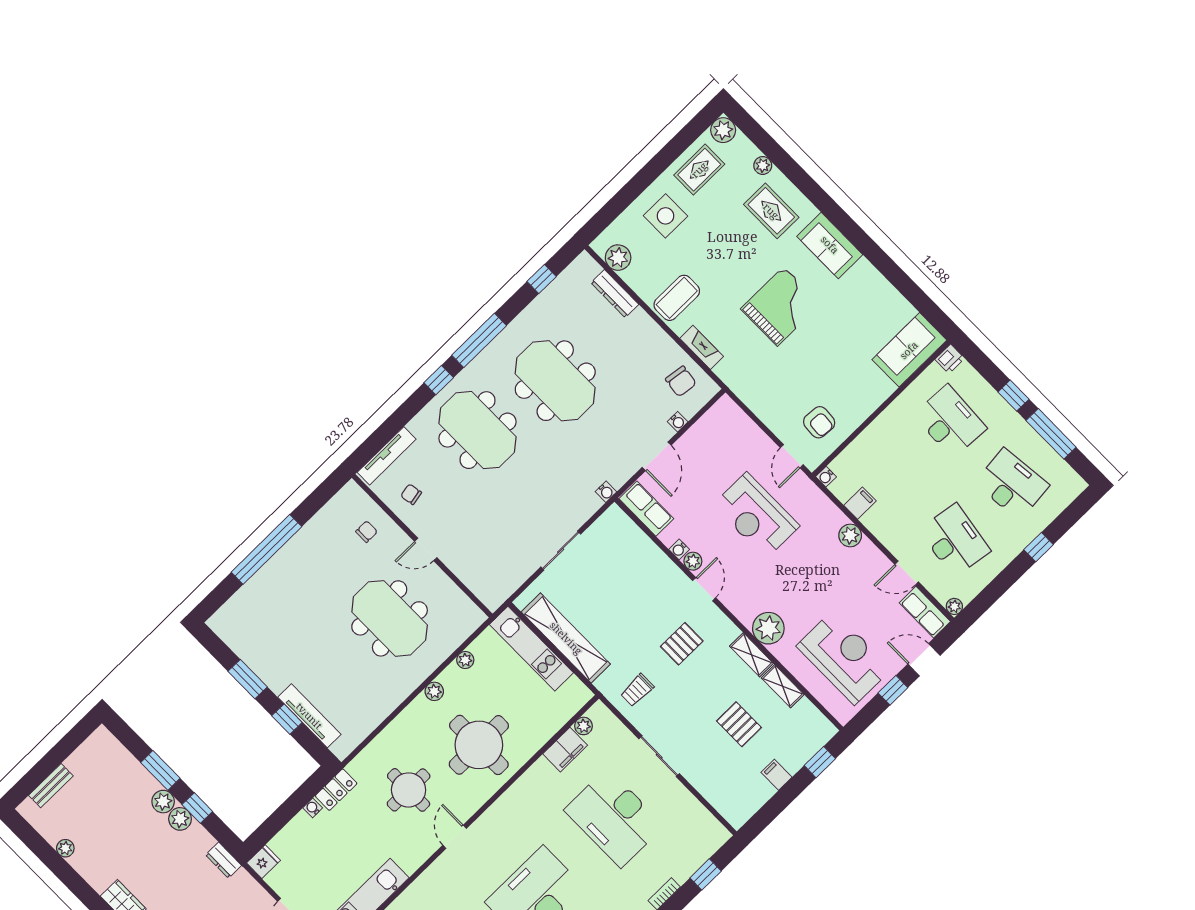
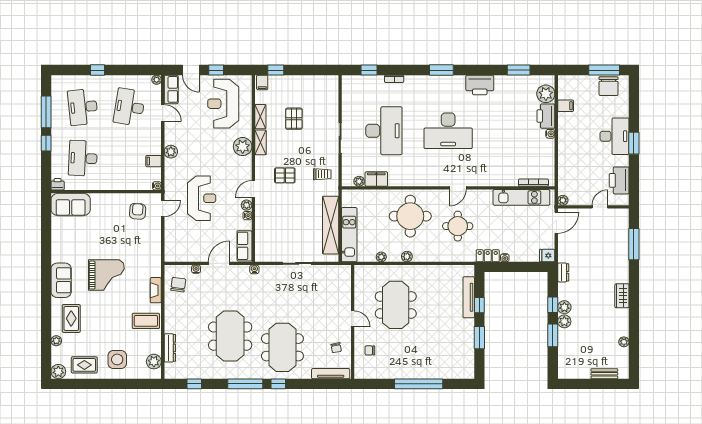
grand piano: (781, 306) -> (106, 275), turned 180
filing cabinet: (777, 775) -> (262, 82), moved

